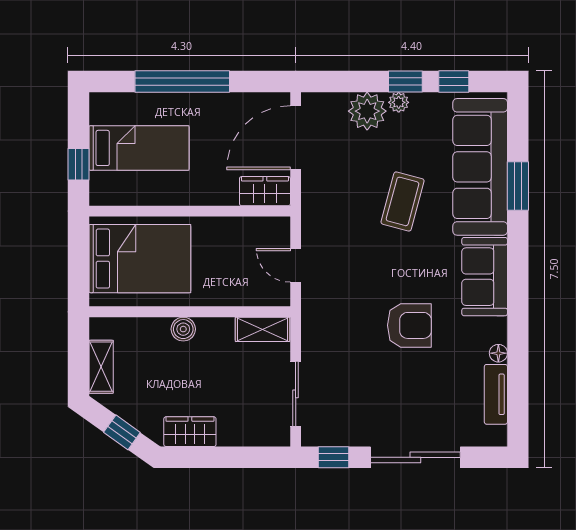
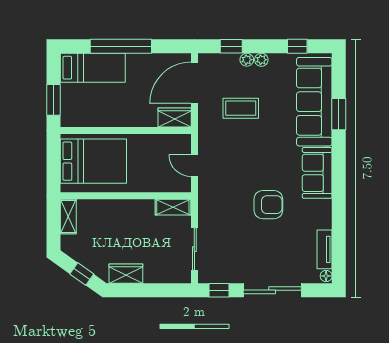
window: (405, 82) -> (231, 46), moved
plant: (367, 111) -> (247, 60), width x0.53, depth x0.53
bed: (139, 148) -> (93, 68), moved
window: (79, 164) -> (54, 100), width x1.50
coffee table: (403, 201) -> (241, 108), moved, turned 75
boiler: (183, 329) -> (122, 207), removed
floor lamp: (498, 353) -> (326, 276), moved
shelving: (101, 367) -> (68, 216), moved

